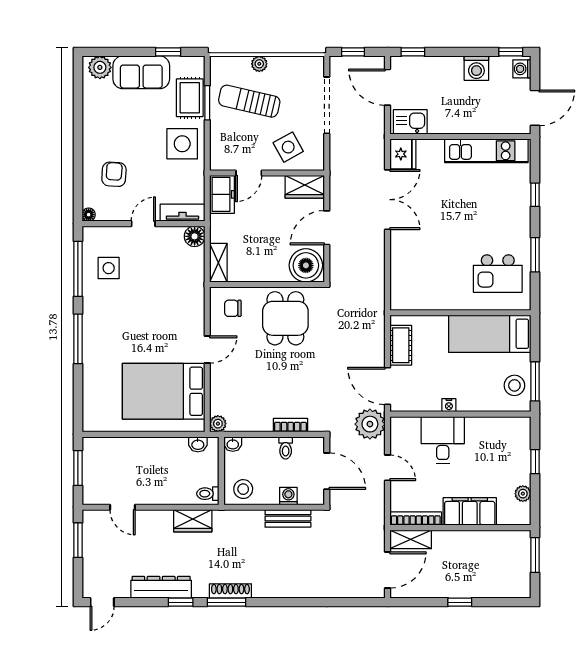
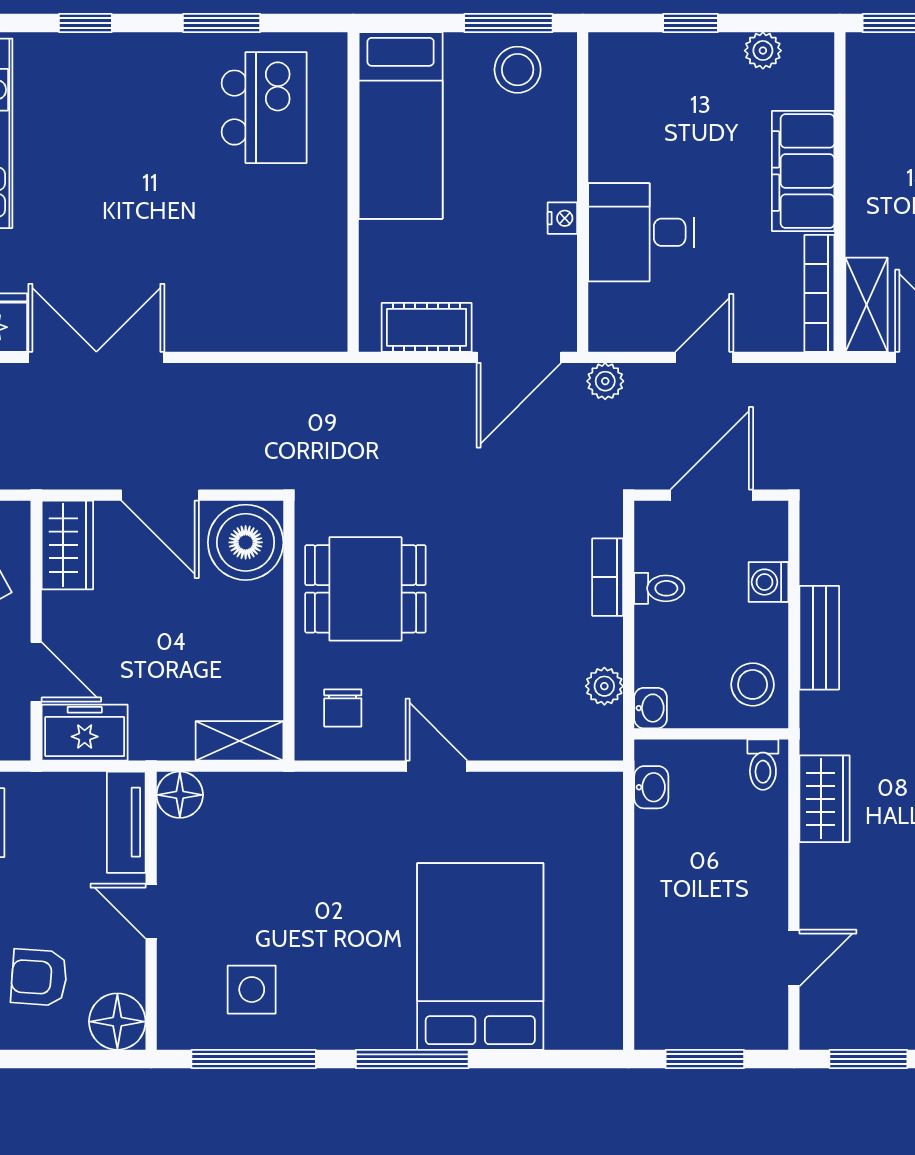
floor lamp: (89, 215) -> (117, 1022), width x1.89, depth x1.89
bed: (164, 391) -> (480, 956), moved, turned 180
plant: (218, 424) -> (604, 686), moved
plant: (370, 424) -> (605, 381), width x0.53, depth x0.53
bench: (288, 518) -> (819, 638), moved

